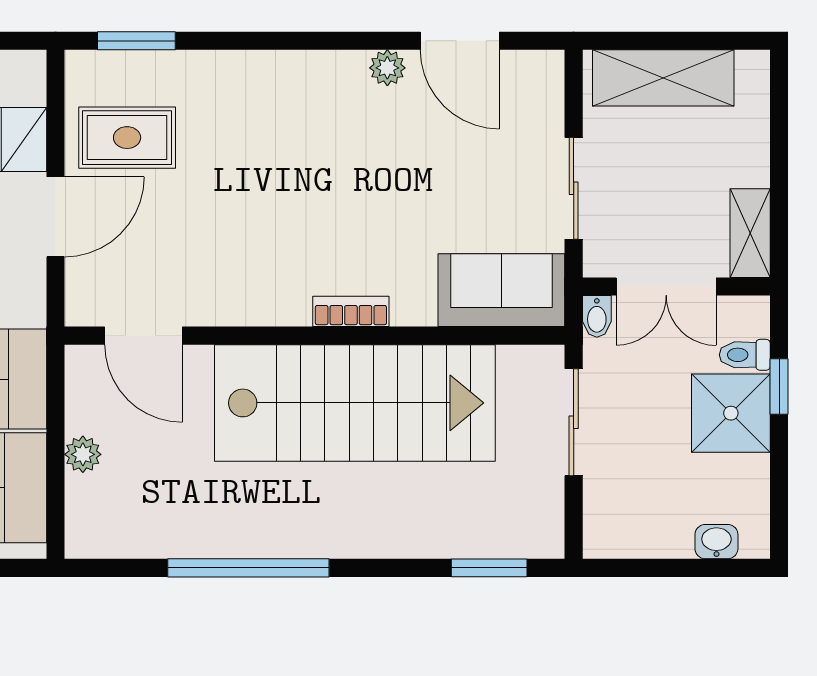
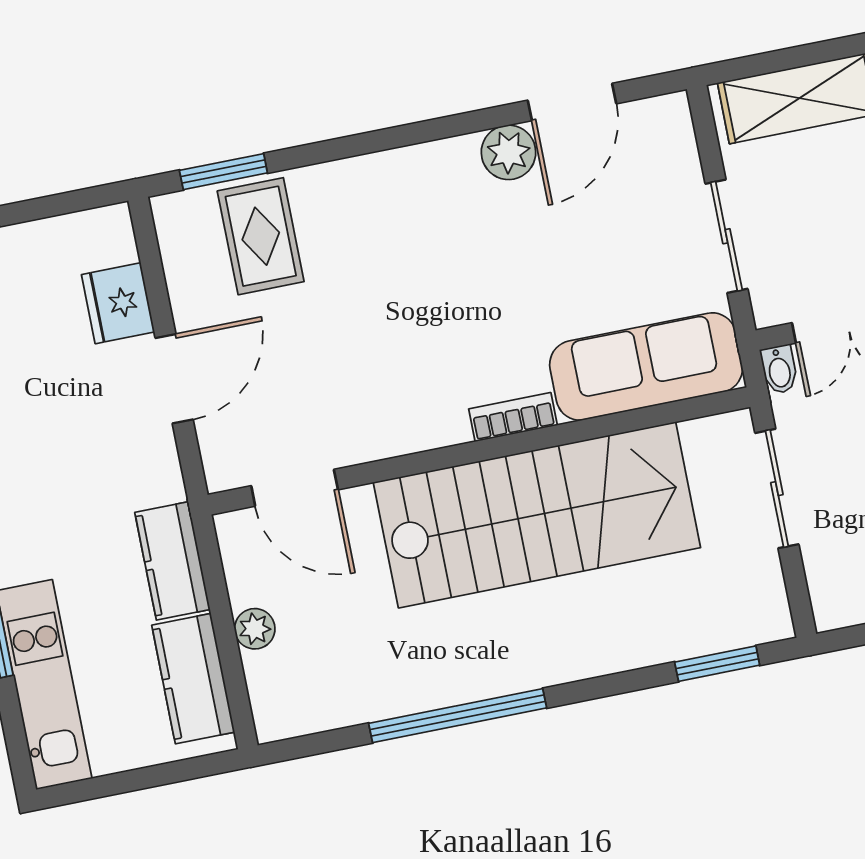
door: (460, 41) -> (572, 102), hinge flipped
plant: (387, 68) -> (509, 152), width x1.38, depth x1.38
rug: (127, 138) -> (261, 236), moved, turned 90
sofa: (501, 290) -> (646, 367), width x1.36

